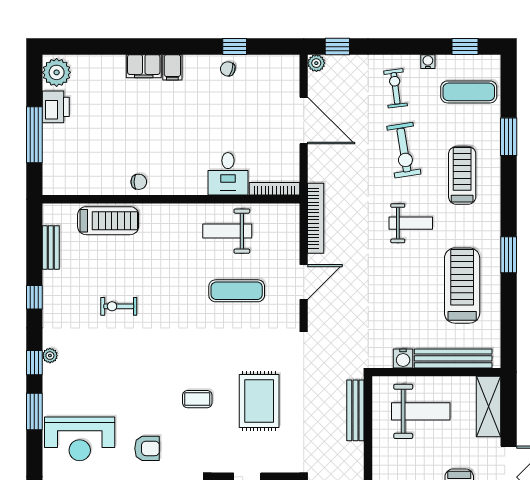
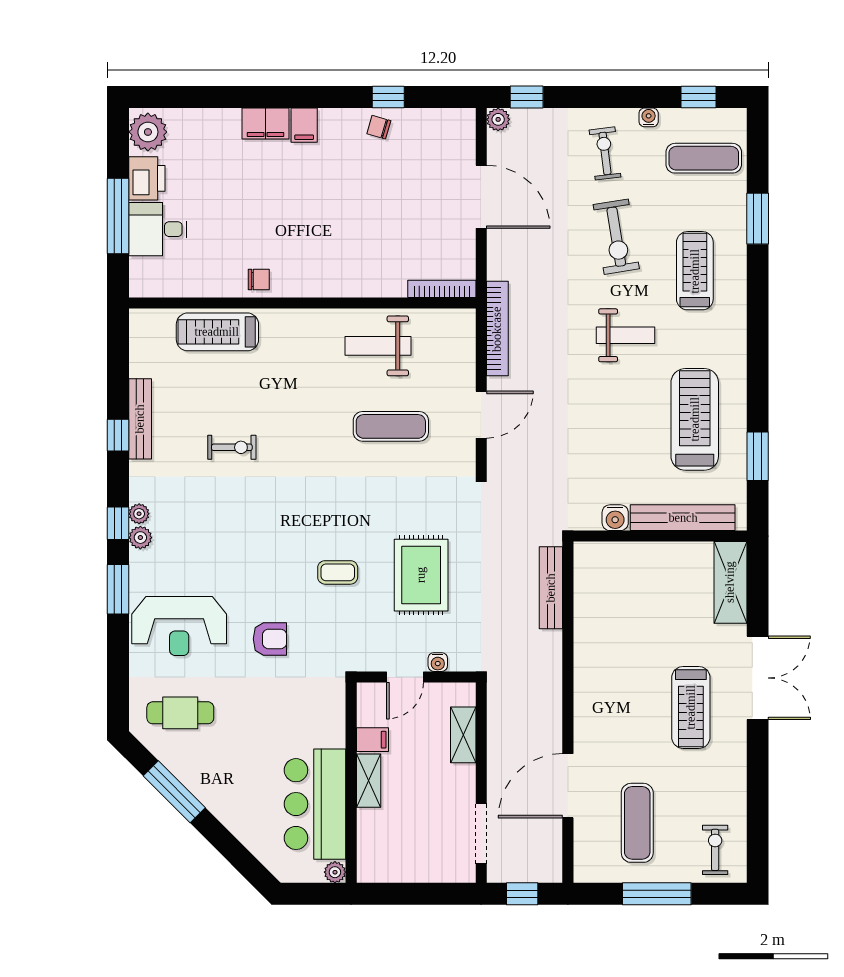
desk: (228, 174) -> (158, 229), moved, turned 90
treadmill: (108, 221) -> (217, 332), turned 180
bench: (51, 247) -> (140, 419), moved, width x1.36
window: (509, 255) -> (758, 456), moved
exercise bike: (119, 306) -> (232, 447), turned 180
plant: (51, 373) -> (140, 538), added
weight bench: (421, 411) -> (639, 589), removed
water cooler: (271, 466) -> (438, 662), added

